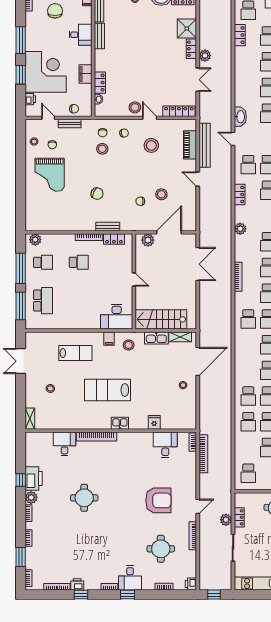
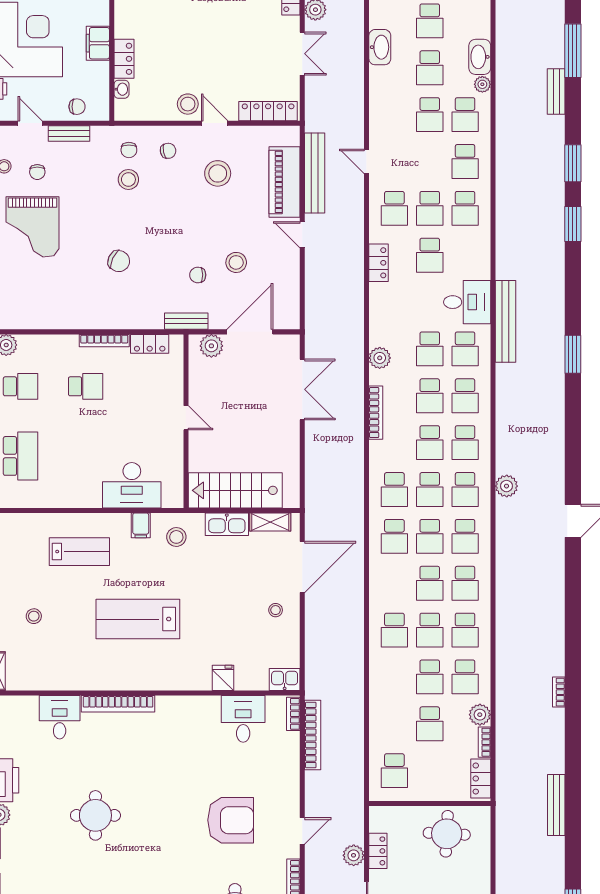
washbasin: (240, 117) -> (380, 47), moved
piano: (190, 145) -> (284, 182), width x1.37, depth x1.33
bench: (108, 227) -> (186, 321), moved
plant: (240, 229) -> (380, 358), moved
desk: (117, 317) -> (132, 485), moved
school desk: (248, 422) -> (394, 536), moved
kitchen sink: (120, 423) -> (285, 680), moved

